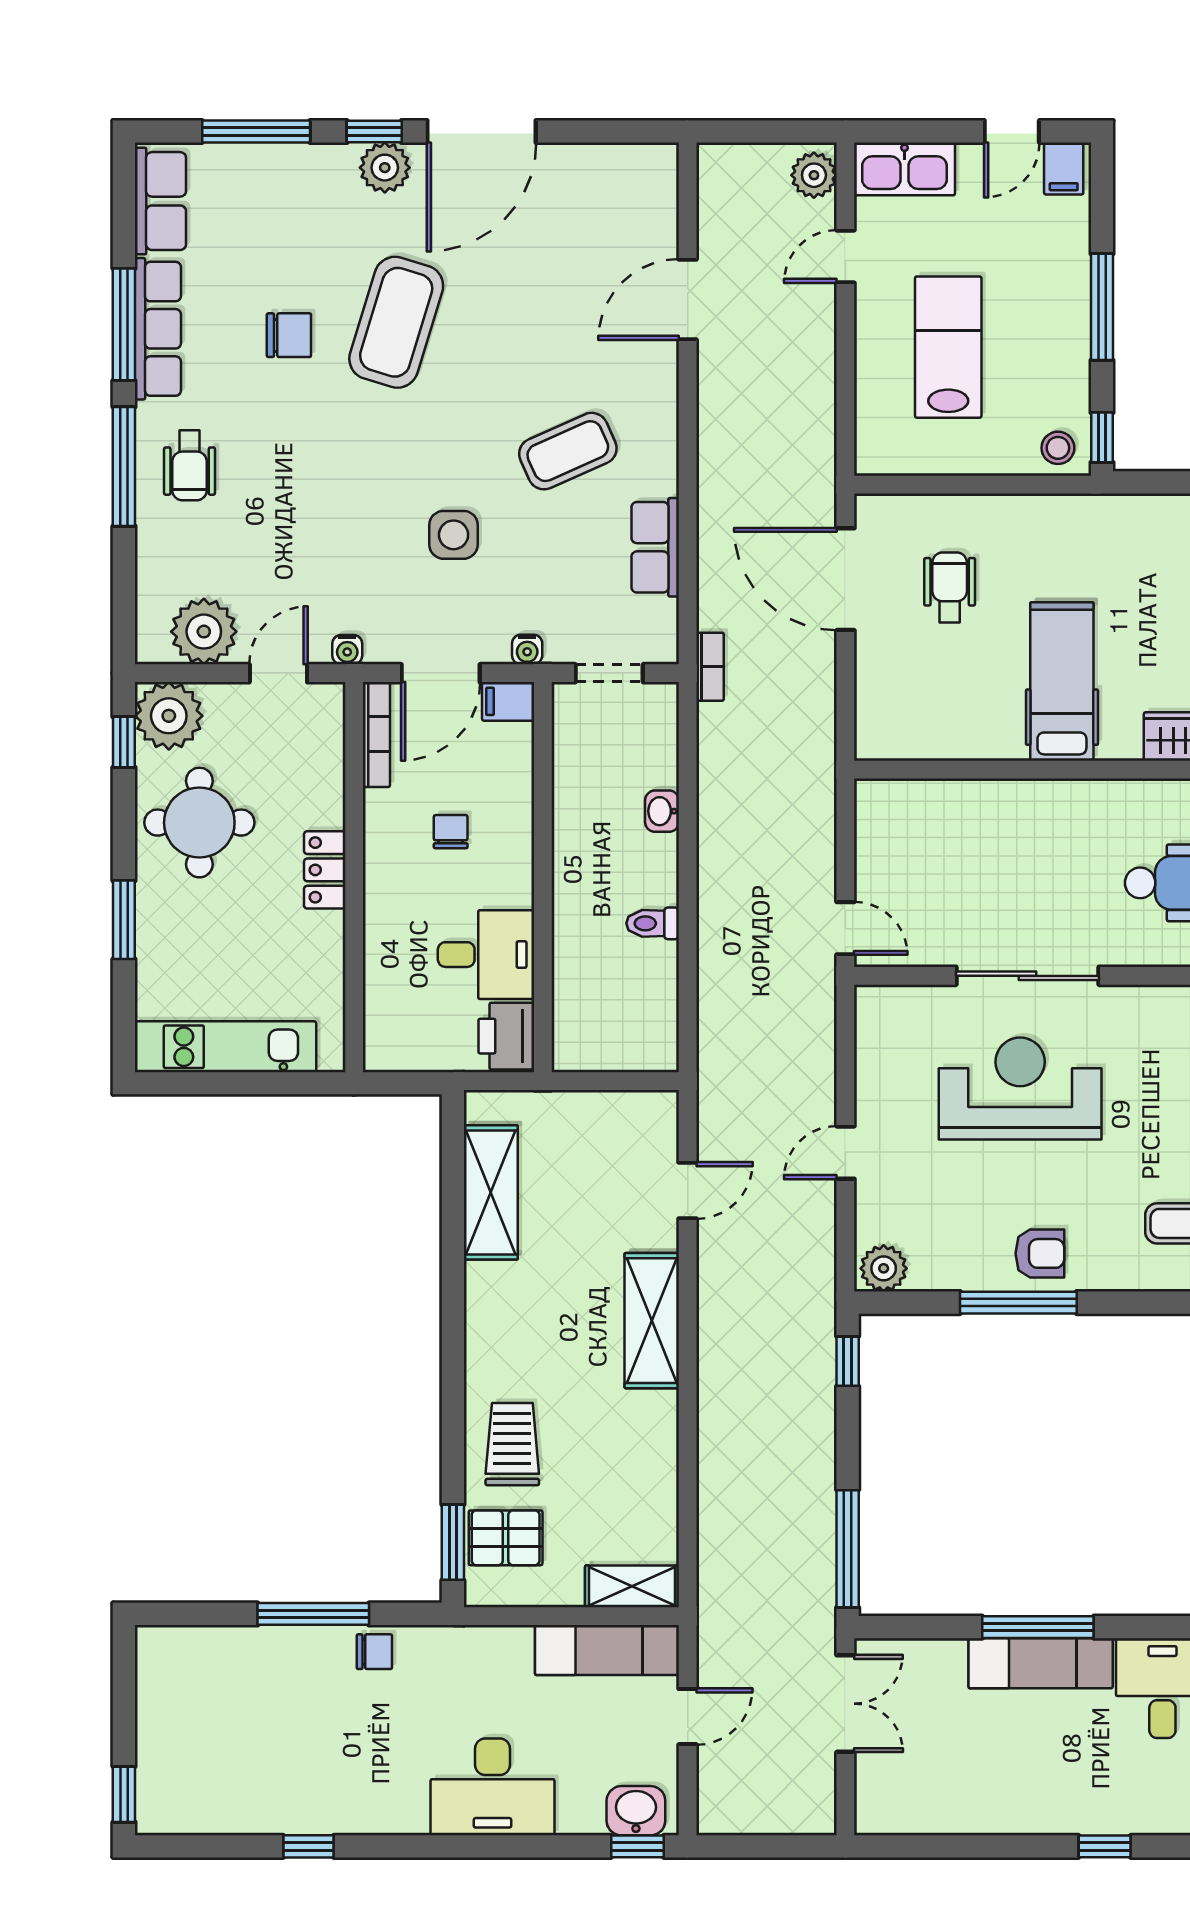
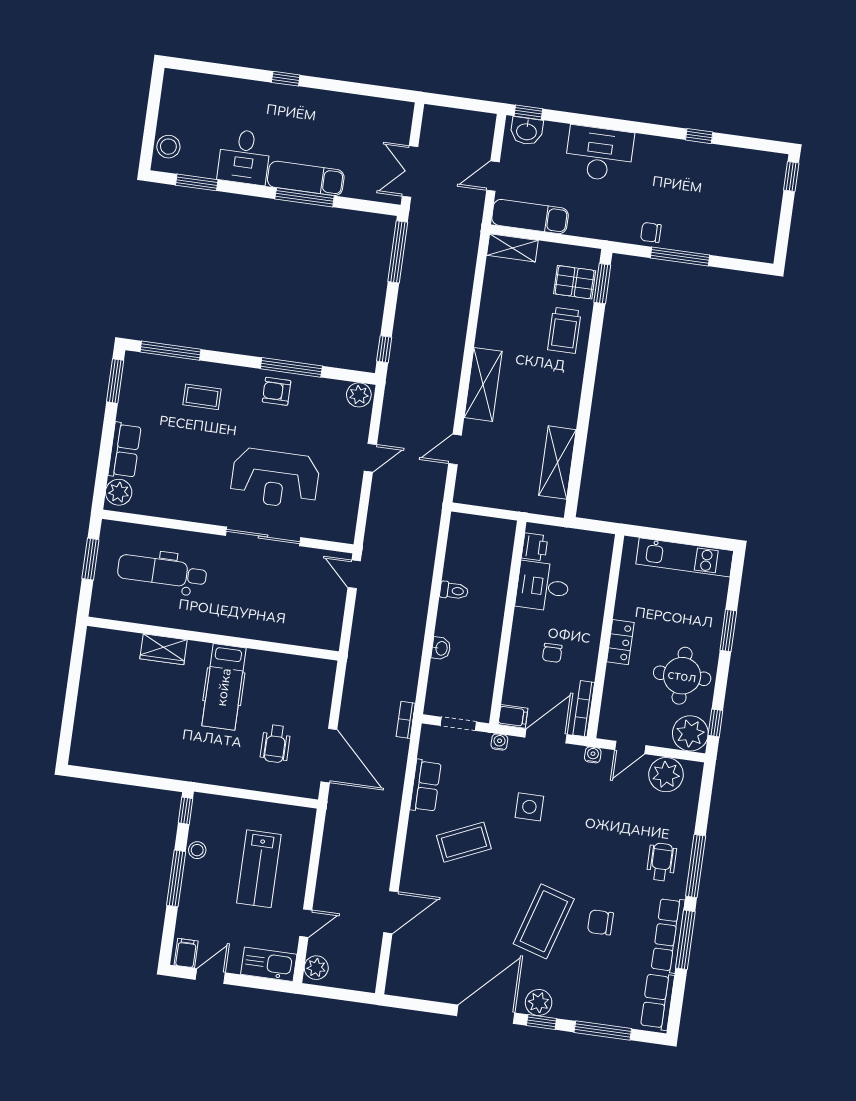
stool: (1058, 448) -> (197, 850), moved
printer: (506, 1036) -> (535, 547), width x0.73, depth x0.81

